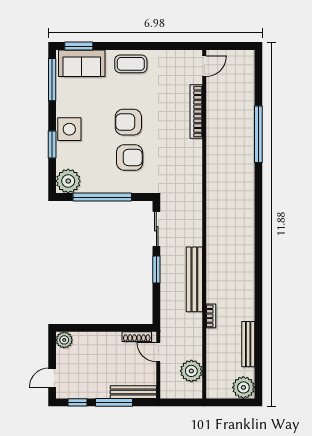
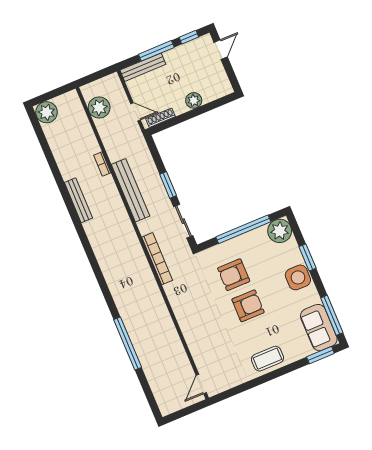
sofa: (82, 63) -> (319, 328), moved, turned -90
bookcase: (196, 112) -> (157, 259), moved
plant: (64, 340) -> (194, 100), moved
bench: (248, 344) -> (78, 200), moved

